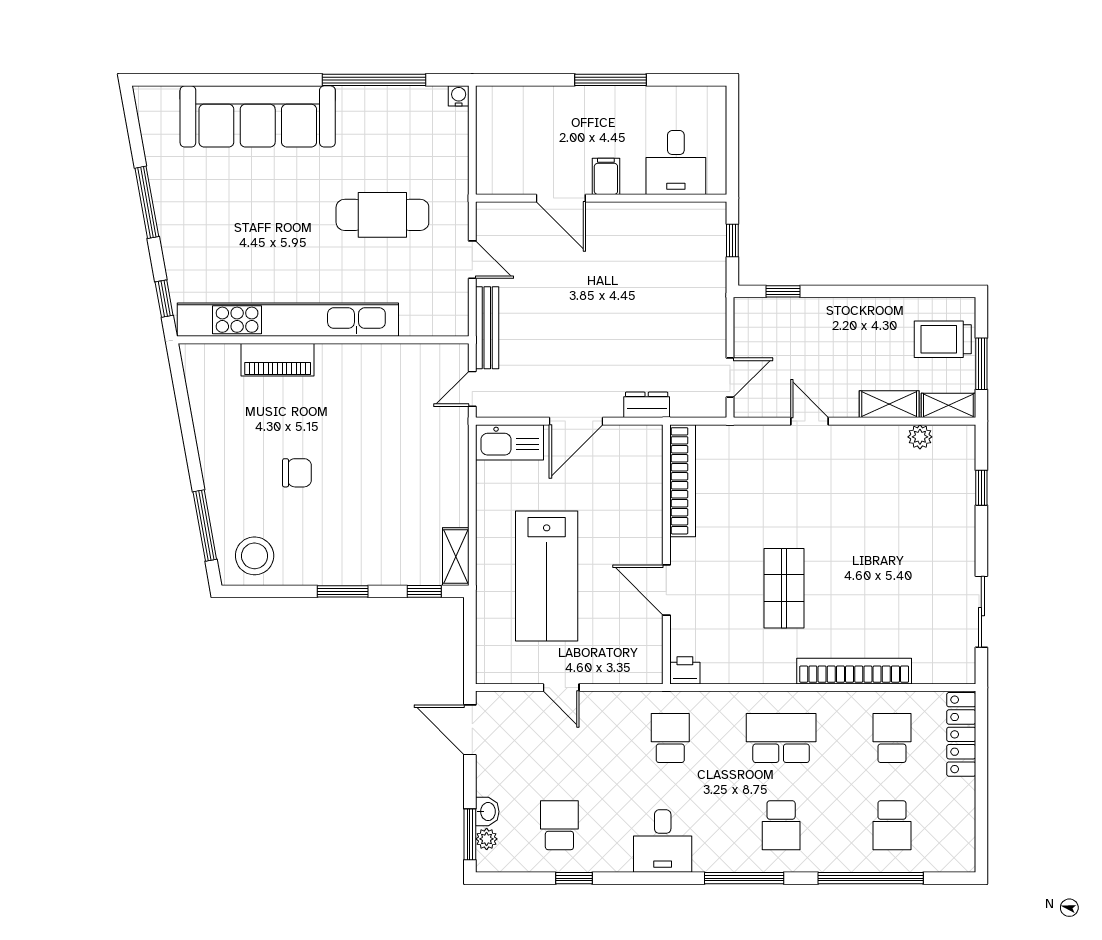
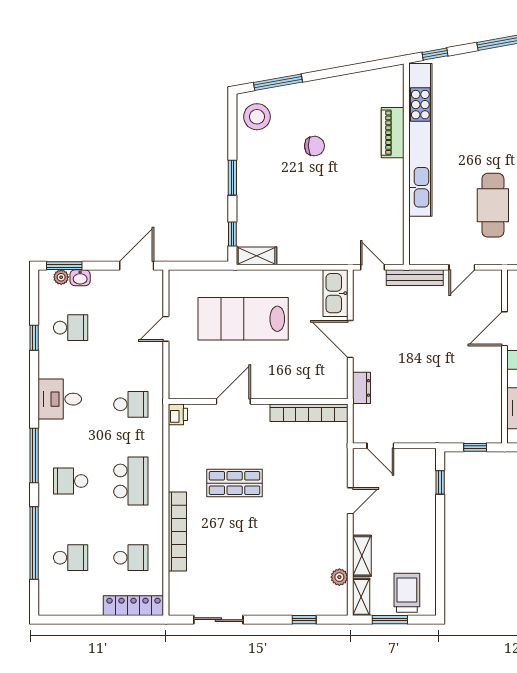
chair: (297, 473) -> (314, 146), turned -92
school desk: (892, 825) -> (71, 558), turned 180

